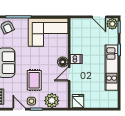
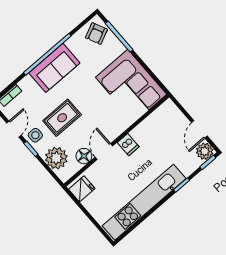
floor lamp: (63, 62) -> (84, 156), moved
kitchen unit: (112, 68) -> (144, 202), width x1.36
door: (69, 74) -> (104, 151), hinge flipped

